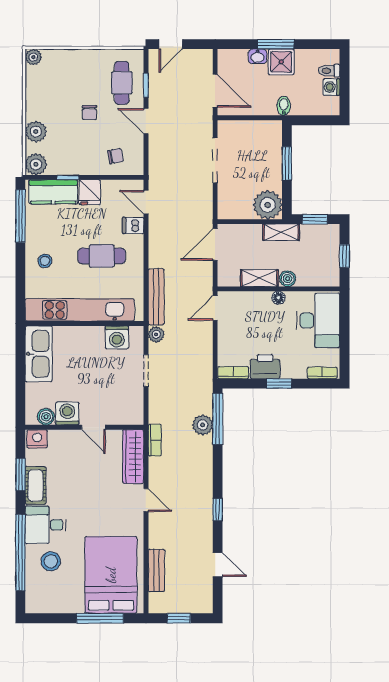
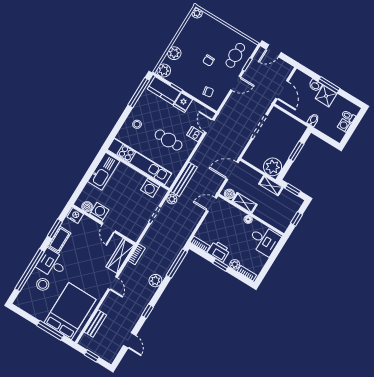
door: (146, 121) -> (236, 83), swing flipped
boiler: (288, 279) -> (229, 194), moved
desk: (318, 320) -> (264, 240), width x0.73
plant: (298, 371) -> (235, 264), added
plant: (203, 425) -> (155, 281), moved

